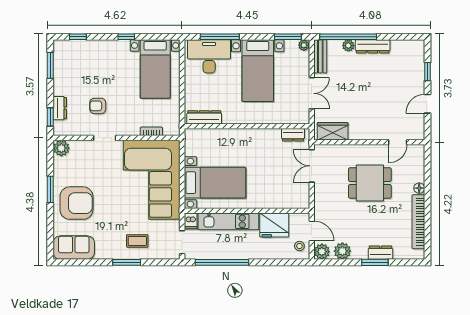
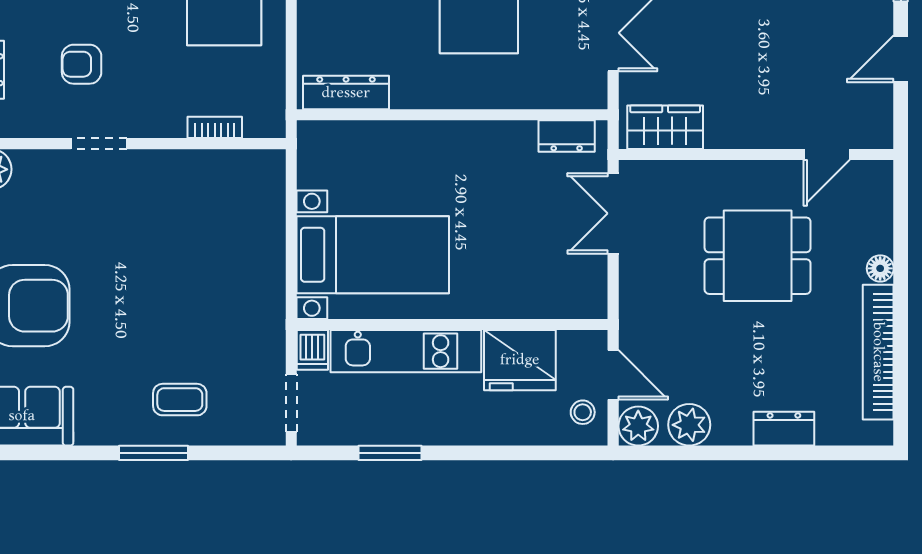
corner sofa: (152, 180) -> (216, 248), removed
window: (222, 262) -> (390, 453), width x0.47
window: (375, 262) -> (770, 453), removed

